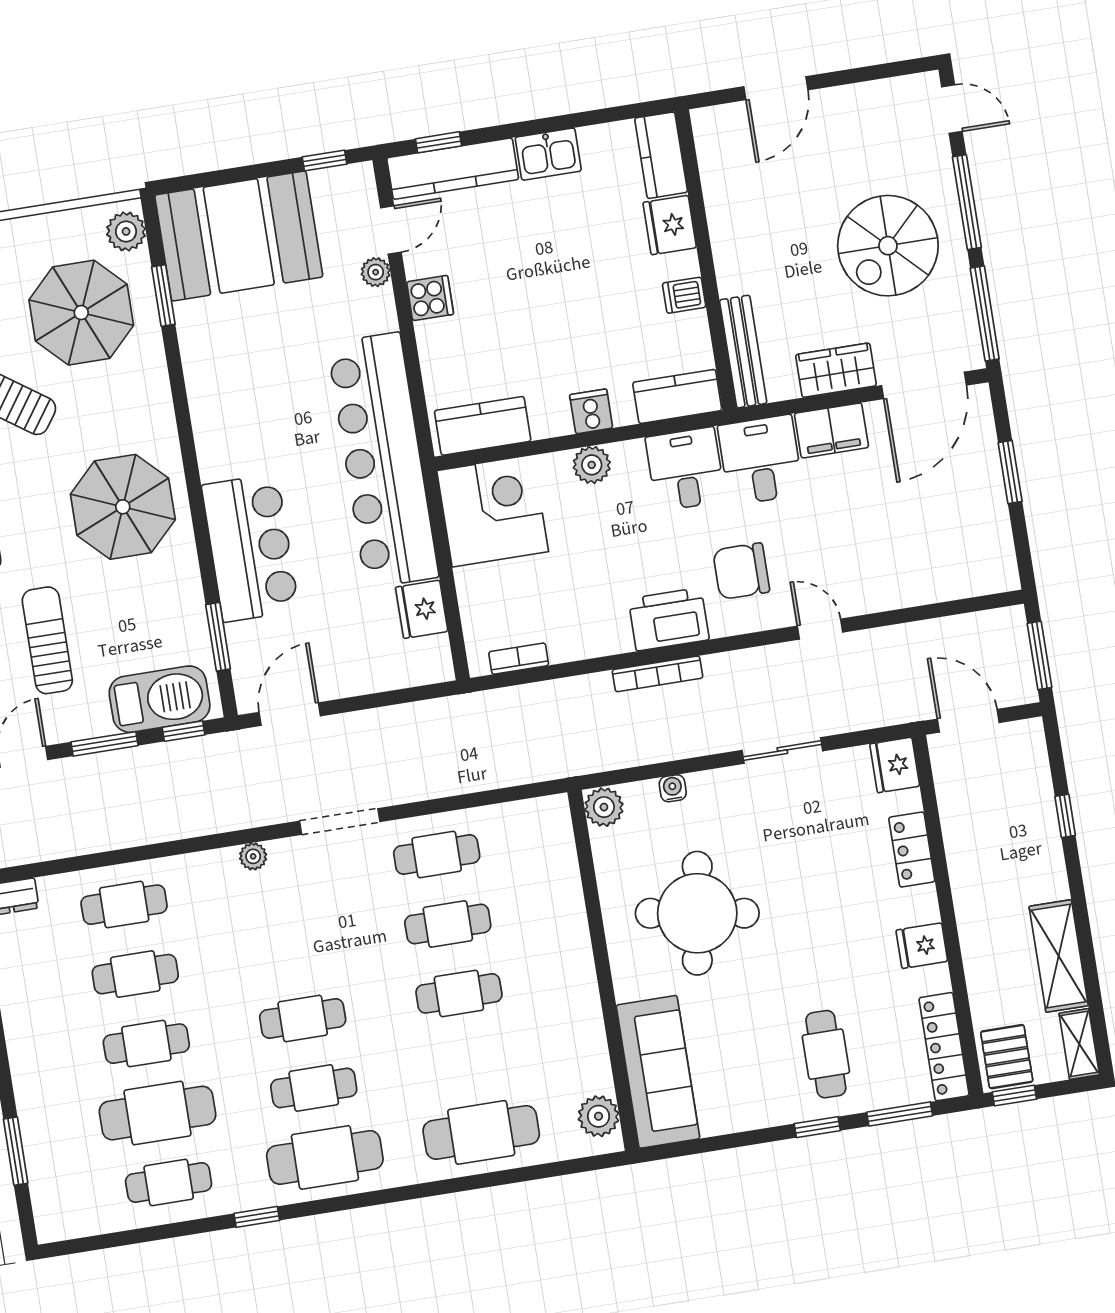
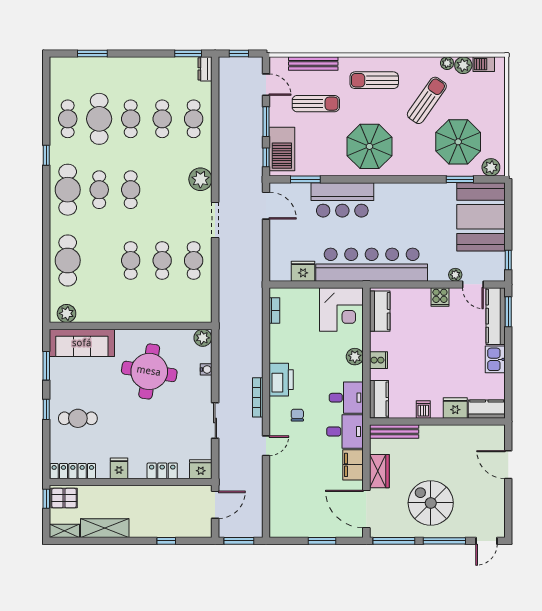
window: (439, 142) -> (508, 312), width x1.50
chair: (741, 571) -> (297, 415), width x0.54, depth x0.54
bookcase: (657, 674) -> (258, 397), moved
plant: (253, 856) -> (200, 179), width x1.87, depth x1.87
window: (900, 1114) -> (46, 366), moved

